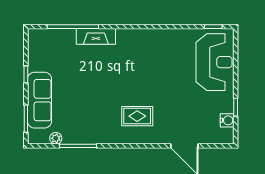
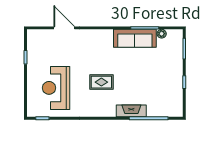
reception desk: (214, 62) -> (56, 88), moved
sofa: (40, 100) -> (135, 38), moved, turned -90
rug: (137, 116) -> (101, 82), moved
water cooler: (227, 120) -> (32, 47), removed

